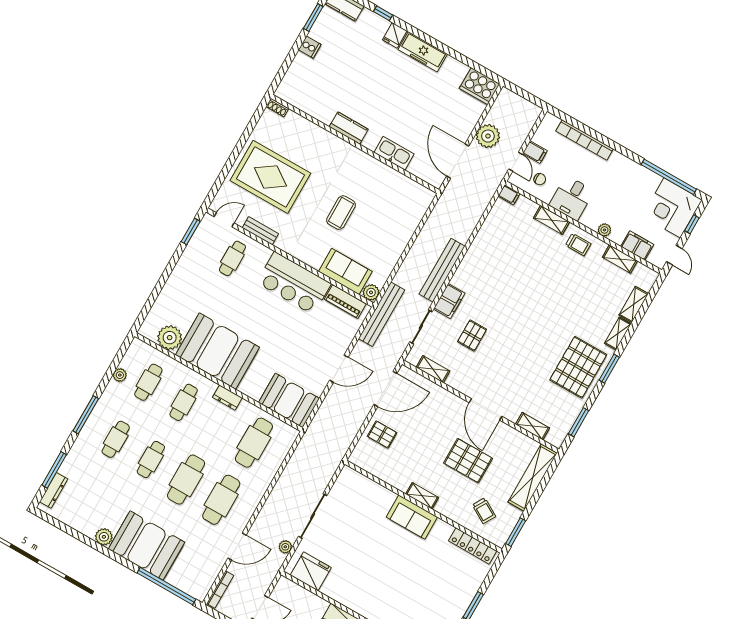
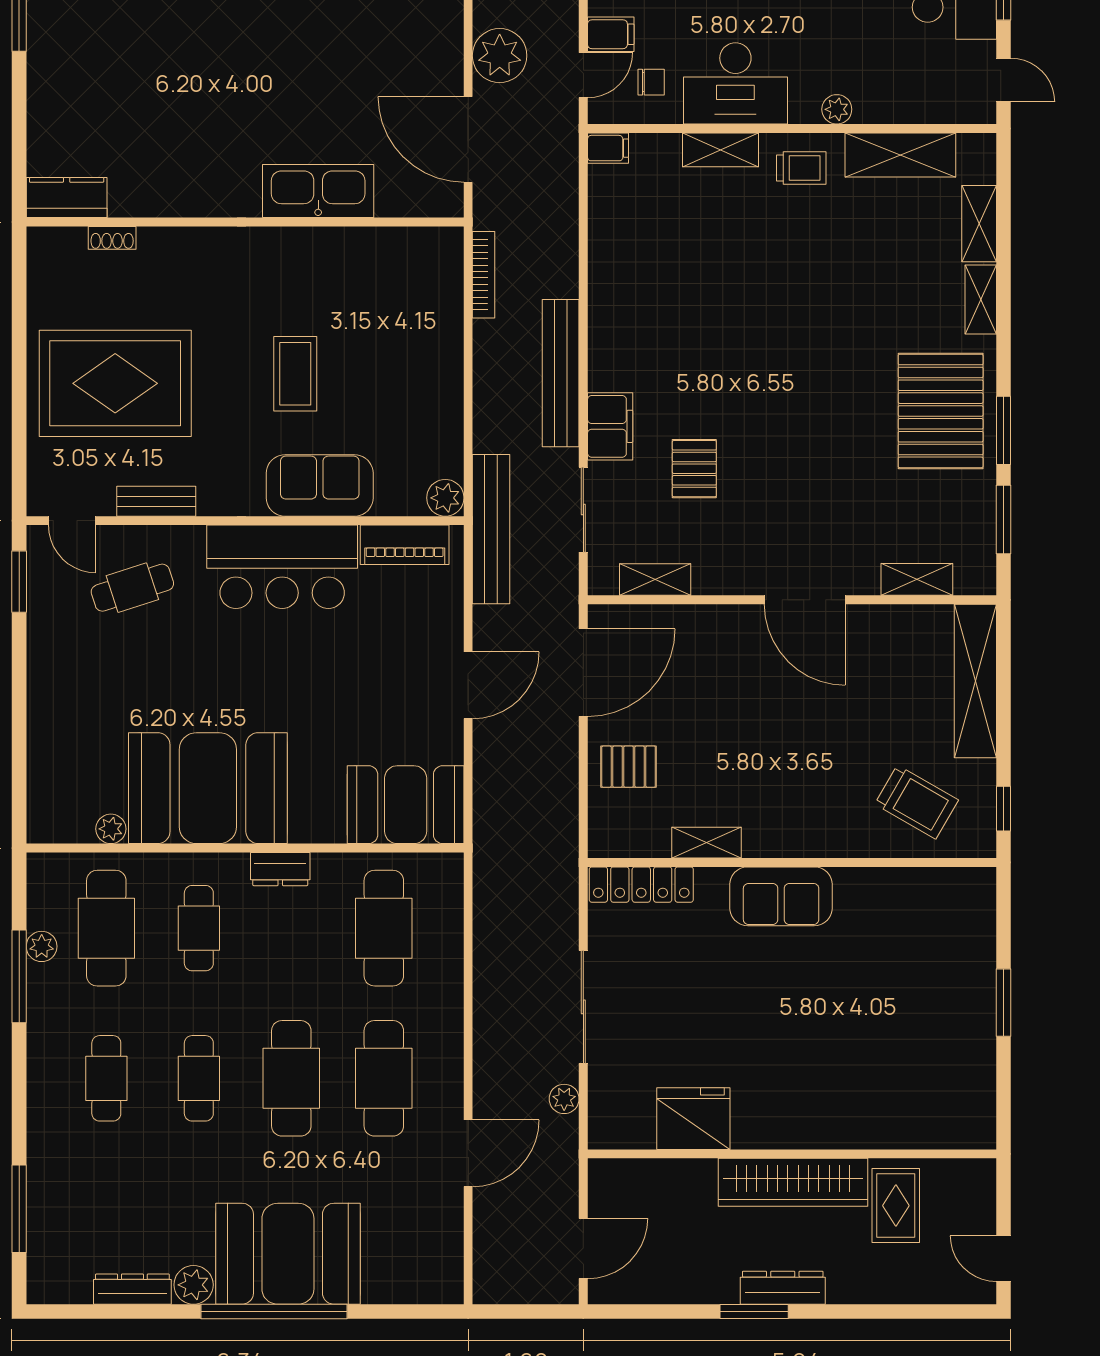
cooker: (310, 47) -> (46, 81), removed
shoe rack: (277, 107) -> (112, 238), moved
kitchen counter: (349, 128) -> (67, 198), moved
kitchen sink: (394, 153) -> (318, 191), width x1.36, depth x1.24
door: (516, 162) -> (583, 75), hinge flipped
desk: (572, 198) -> (735, 83), width x1.37
door: (224, 220) -> (72, 521), swing flipped
filing cabinet: (637, 246) -> (919, 103), removed
cafe table: (232, 258) -> (132, 588), turned 72
shelving: (620, 259) -> (900, 155), width x1.50, depth x1.33
sofa: (345, 271) -> (320, 486), moved
plant: (170, 338) -> (111, 829), width x0.53, depth x0.53
window: (609, 369) -> (1003, 430), moved
cafe table: (148, 382) -> (106, 928), width x1.37, depth x1.35
window: (86, 415) -> (19, 976), moved
pallet: (468, 461) -> (828, 721), removed
dresser: (54, 490) -> (132, 1289), moved, turned -90
shelving: (422, 496) -> (707, 843), moved
trolley: (484, 511) -> (917, 802), width x1.36, depth x1.39
window: (516, 532) -> (1003, 809), width x0.67
locker: (473, 546) -> (641, 885), moved
fridge: (311, 571) -> (693, 1119), moved
window: (166, 586) -> (274, 1311), moved
bookcase: (220, 589) -> (484, 275), moved

